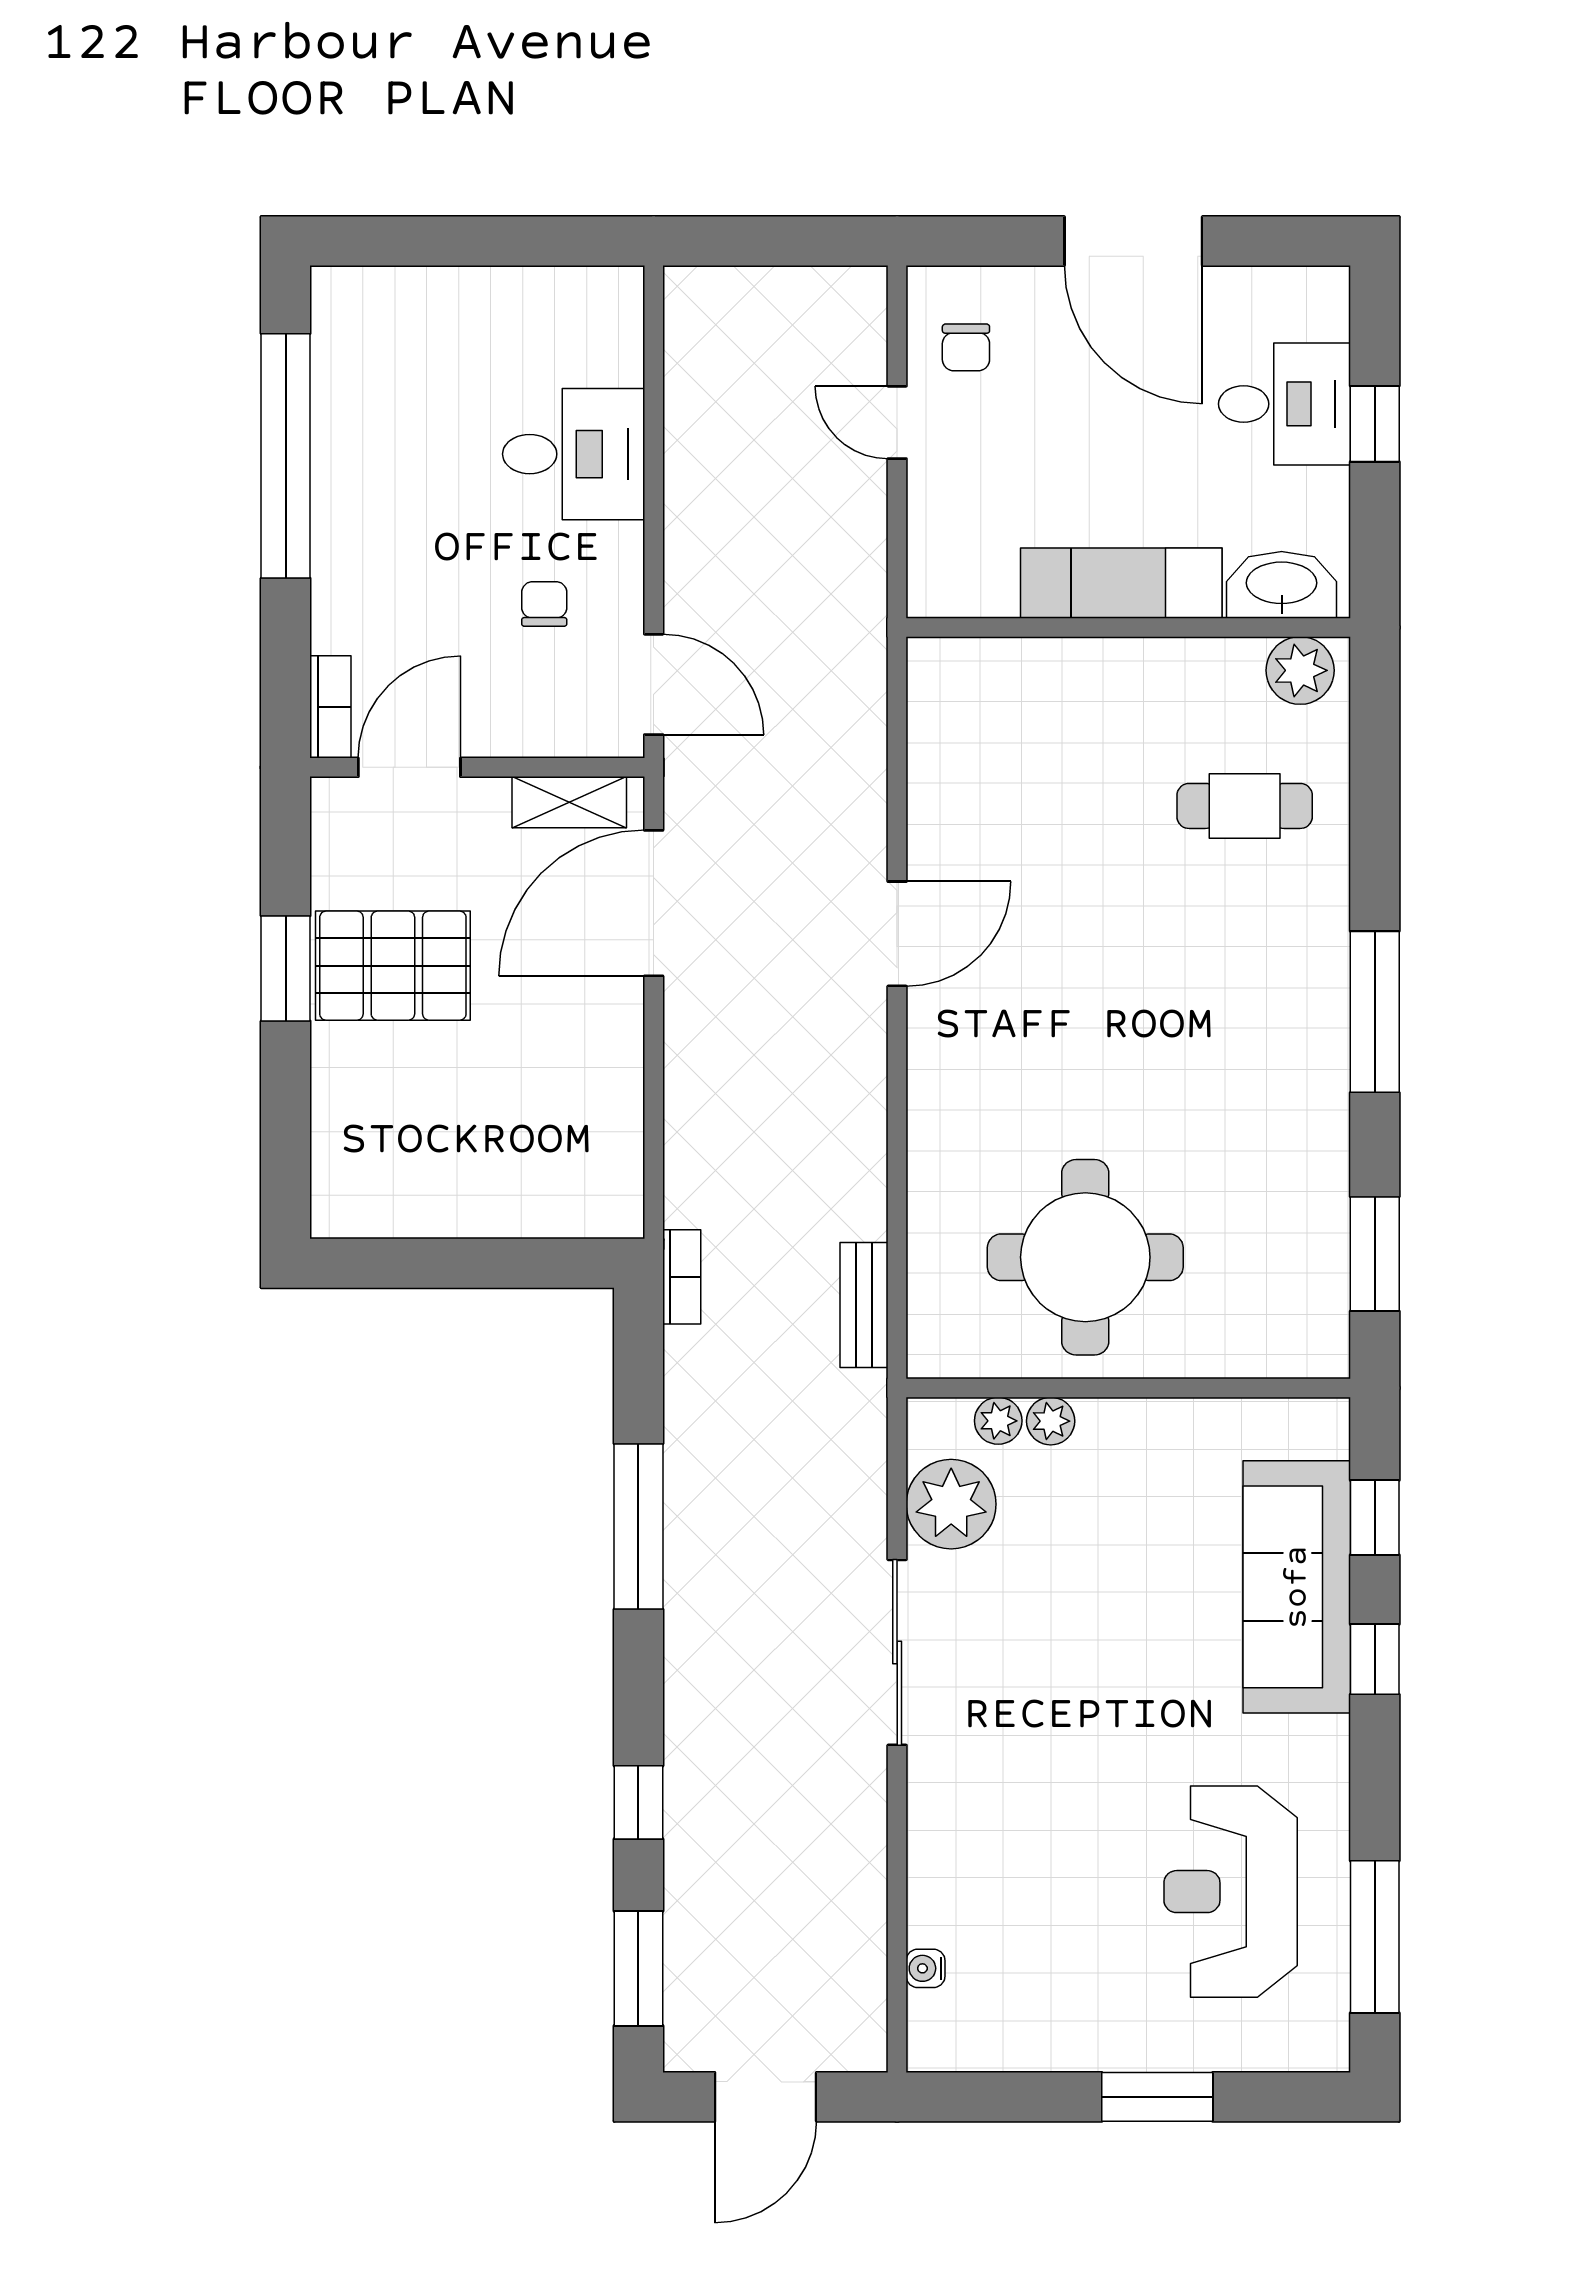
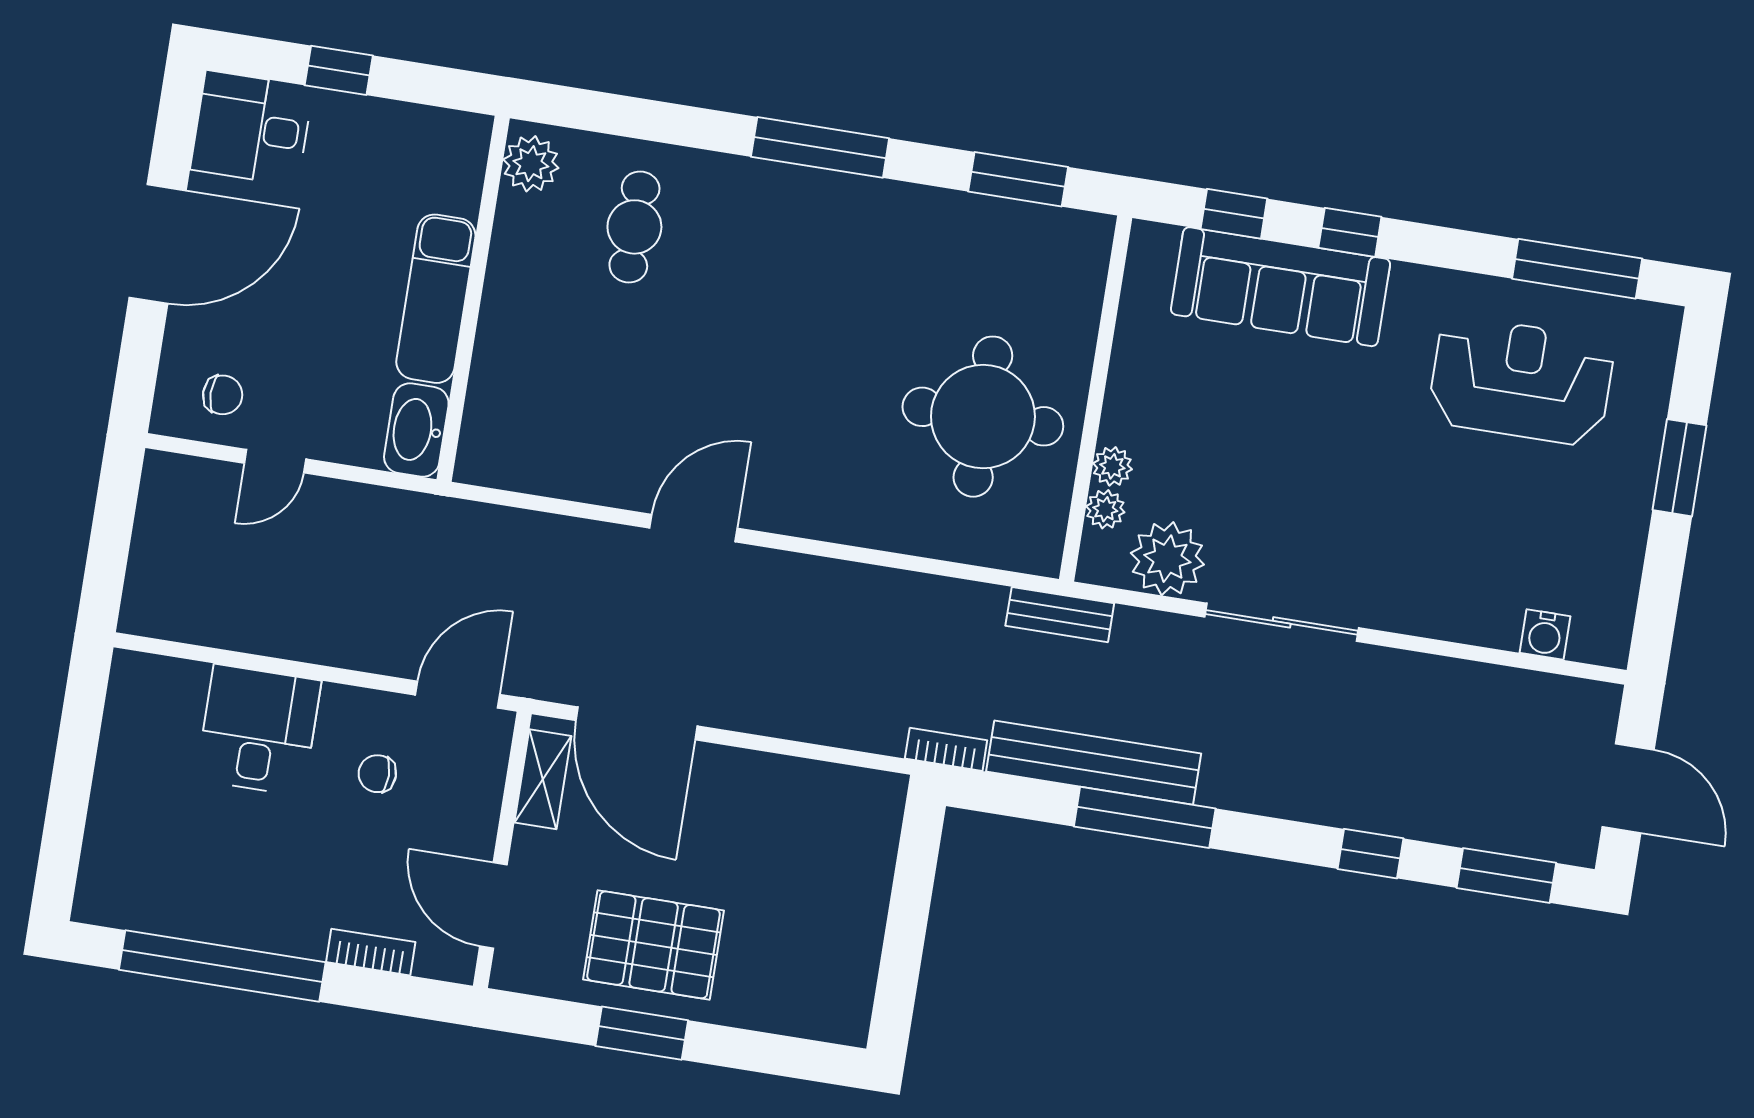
desk: (1284, 404) -> (252, 128), moved, turned -90
washbasin: (1282, 585) -> (416, 430), moved
bookcase: (330, 707) -> (371, 952), moved
door: (897, 934) -> (694, 528), hinge flipped
pallet: (393, 966) -> (654, 945), turned 90
bench: (864, 1305) -> (1060, 615), moved
bench: (694, 1455) -> (1094, 763), added
reception desk: (1231, 1892) -> (1521, 381), turned 180
water cooler: (926, 1968) -> (1545, 634), width x1.38, depth x1.38

